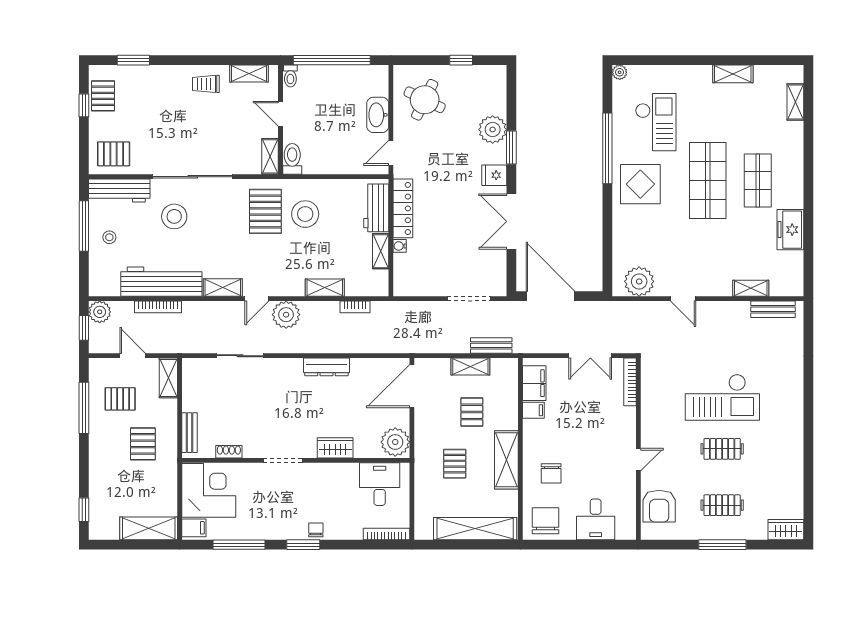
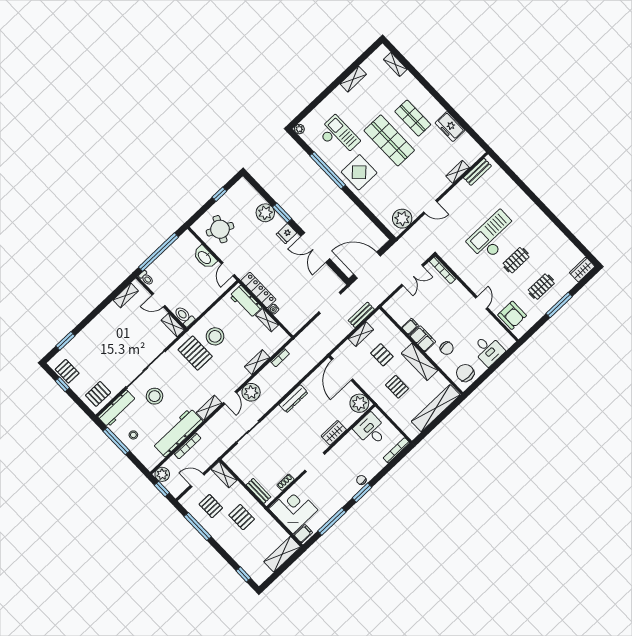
trolley: (206, 84) -> (110, 320), removed
filing cabinet: (534, 383) -> (423, 339), moved
checkout: (722, 397) -> (493, 236), turned 180
pallet: (120, 399) -> (211, 506), turned 90

